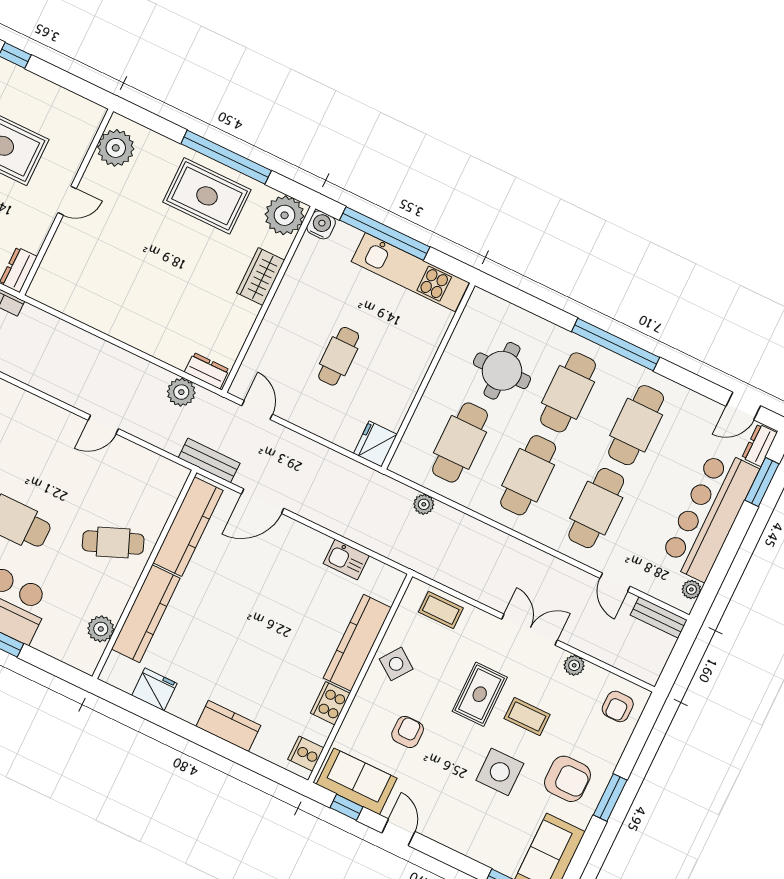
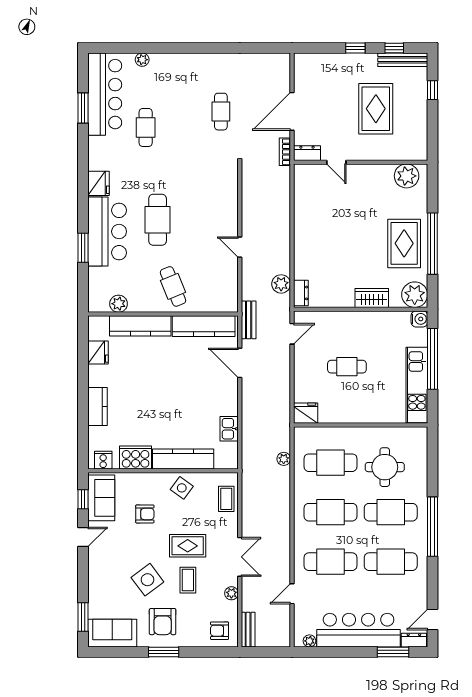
door: (67, 201) -> (336, 162), moved
door: (743, 406) -> (432, 619), hinge flipped
bench: (659, 617) -> (248, 630), moved
cooker: (330, 703) -> (136, 457), width x1.37, depth x1.31
side table: (500, 772) -> (147, 580), turned -37

